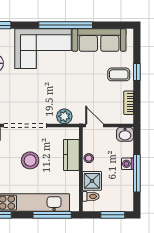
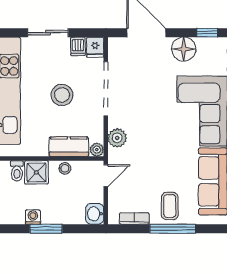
window: (137, 72) -> (173, 229), width x2.17
plant: (74, 133) -> (97, 150), added
washing machine: (128, 164) -> (33, 217), moved
window: (137, 173) -> (46, 229), width x0.69

